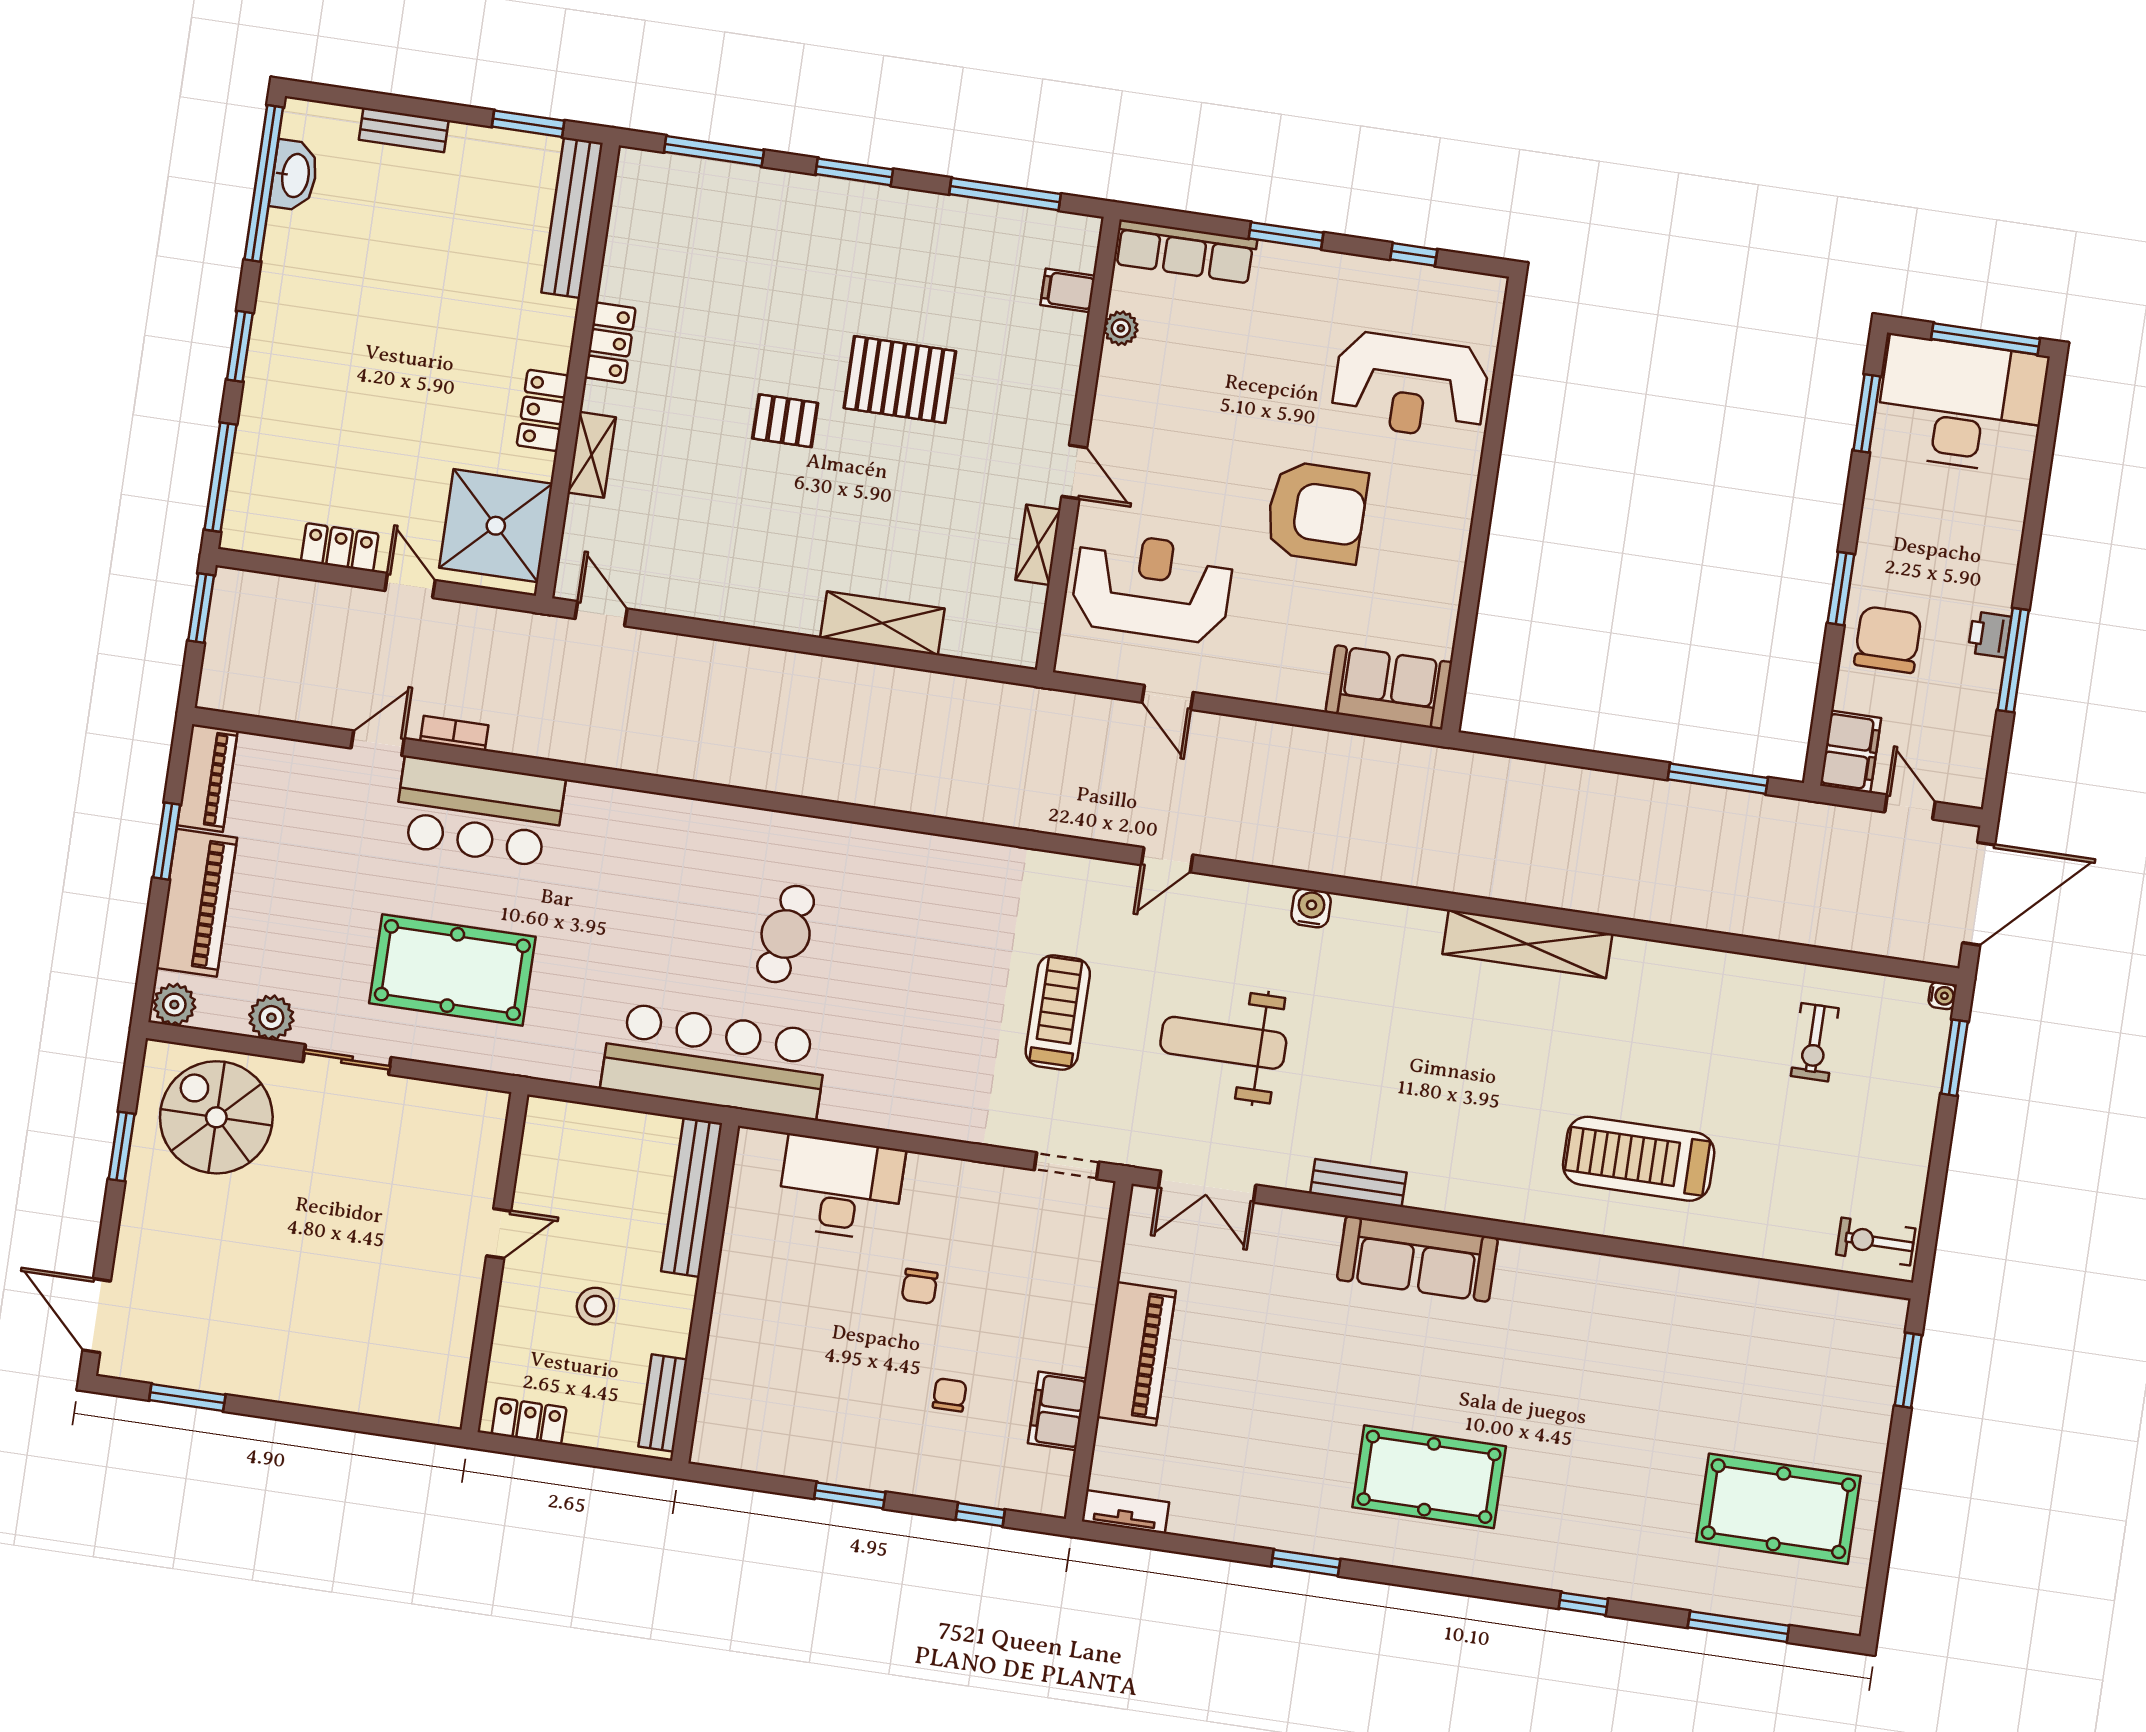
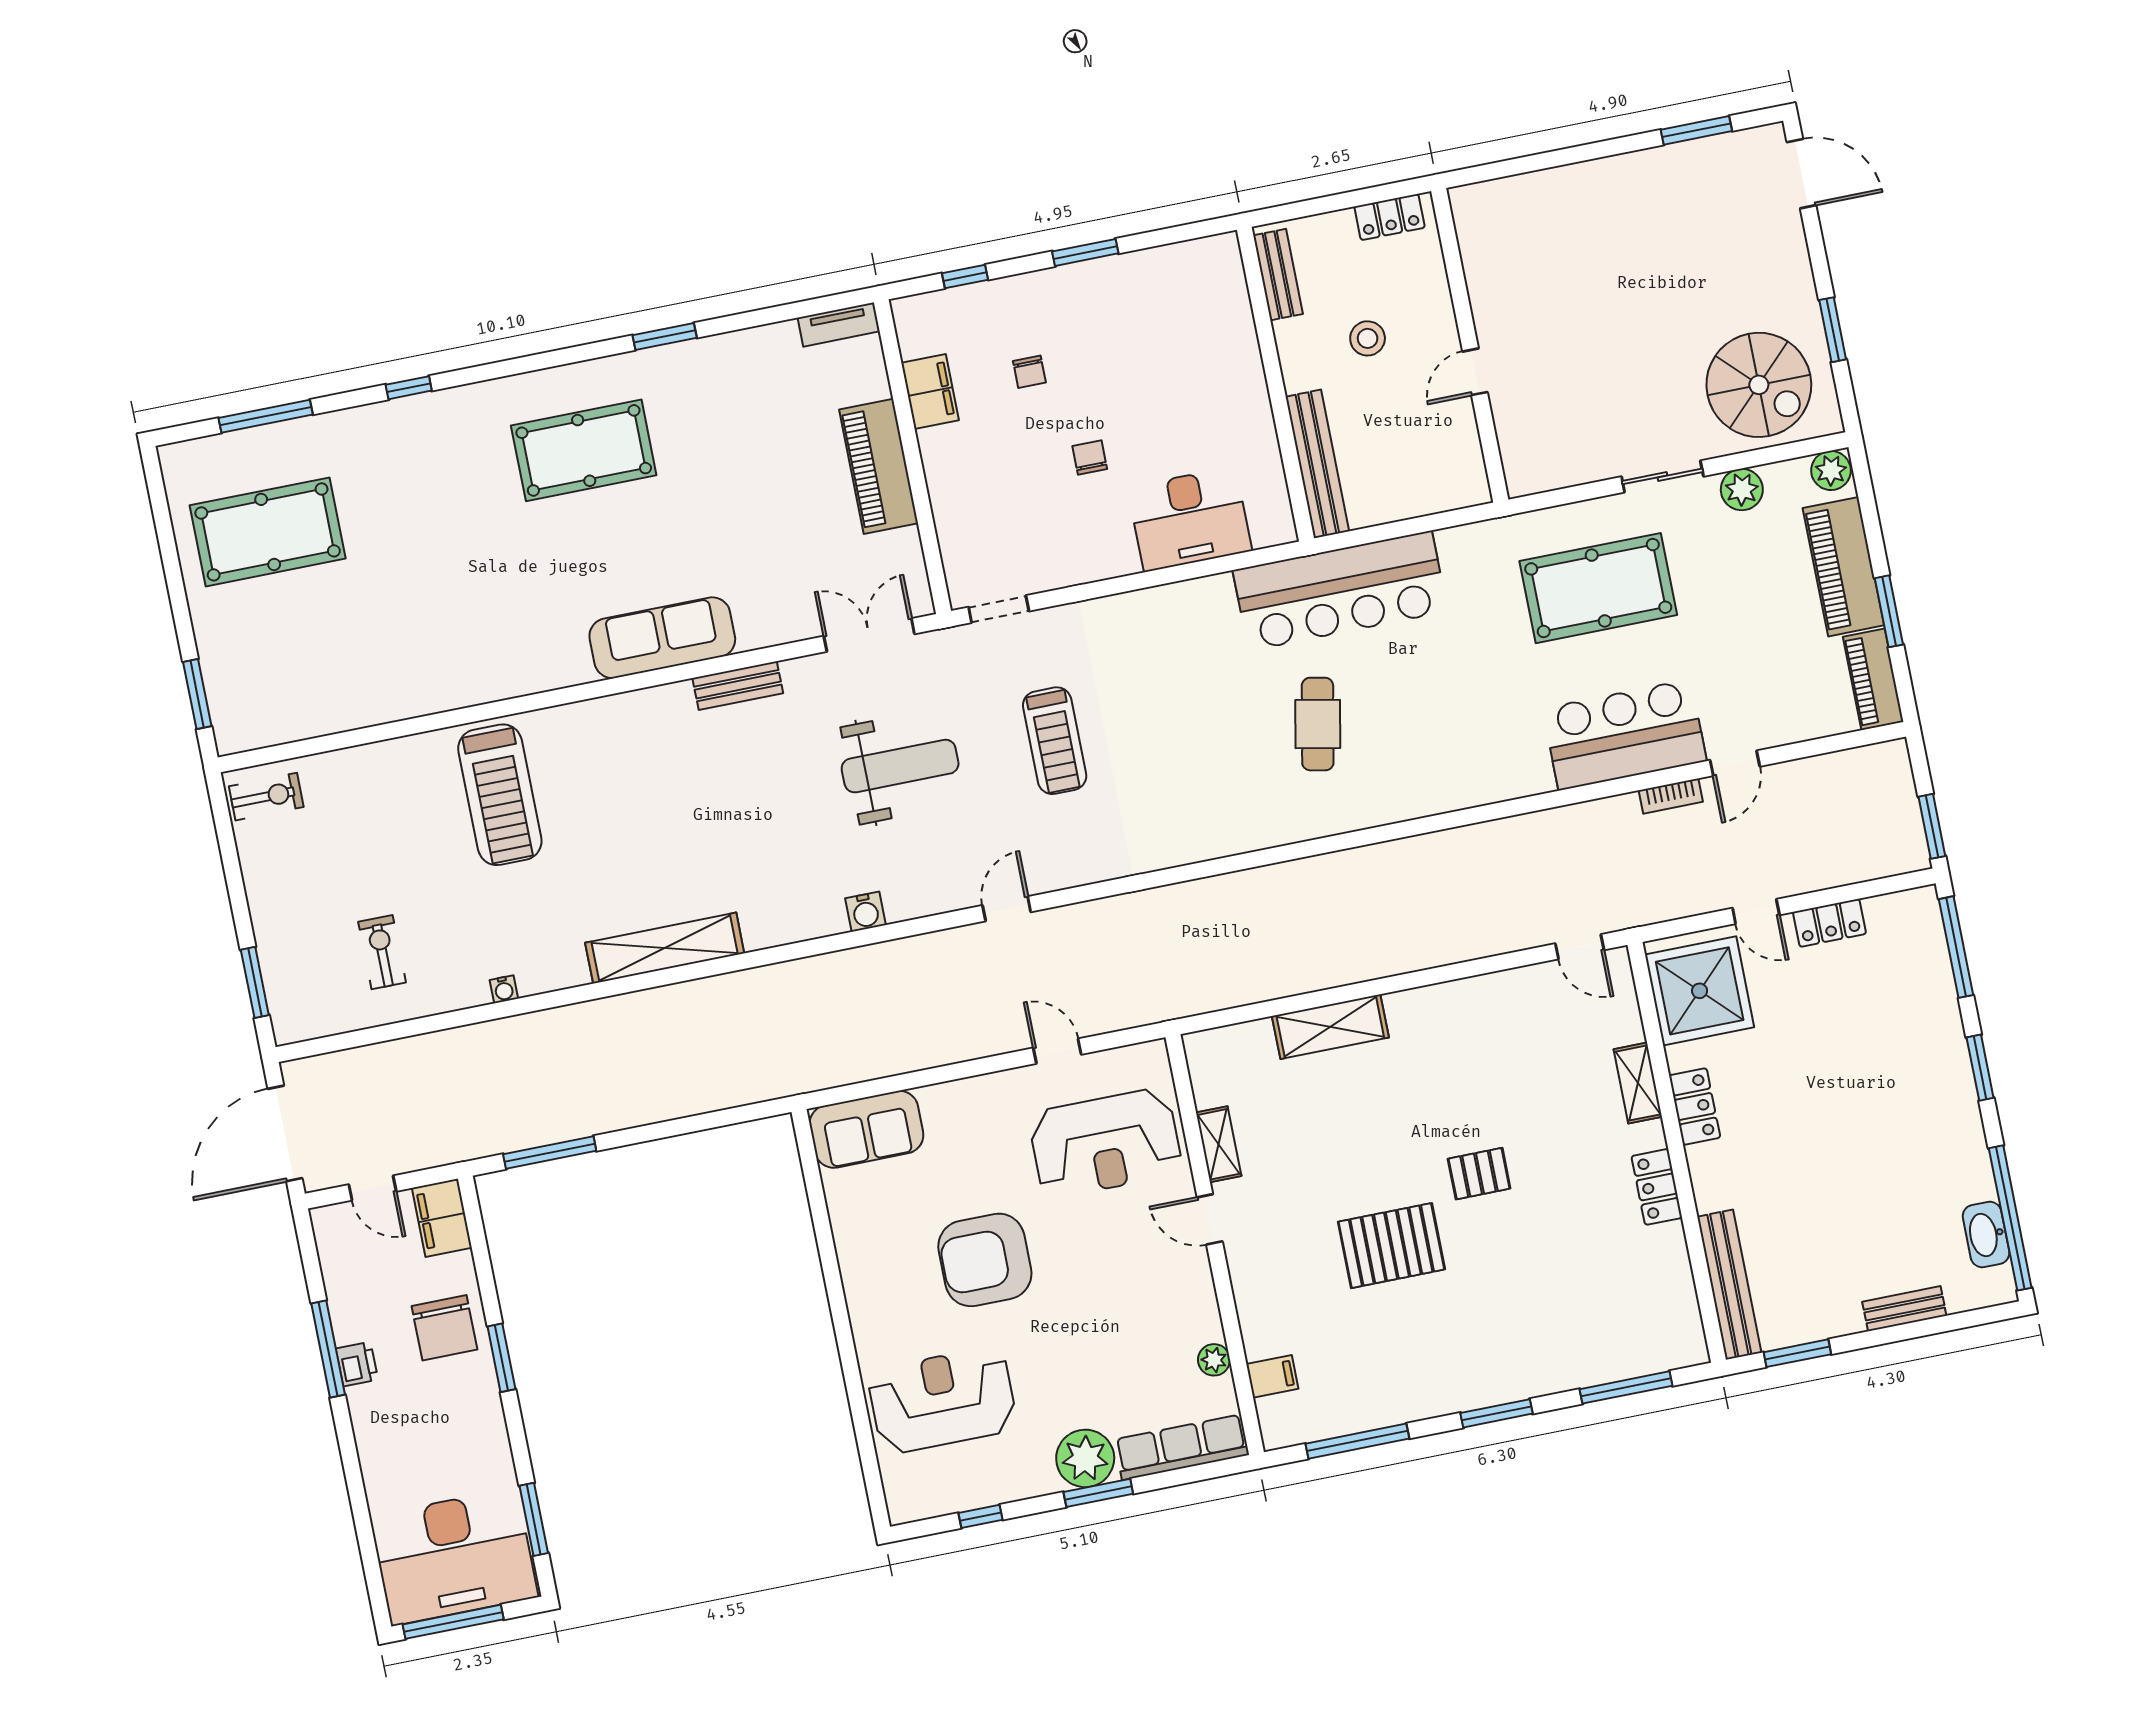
plant: (1287, 275) -> (1085, 1458), added
water cooler: (1942, 996) -> (504, 989), moved, turned -90
treadmill: (1639, 1159) -> (500, 795), turned 90

